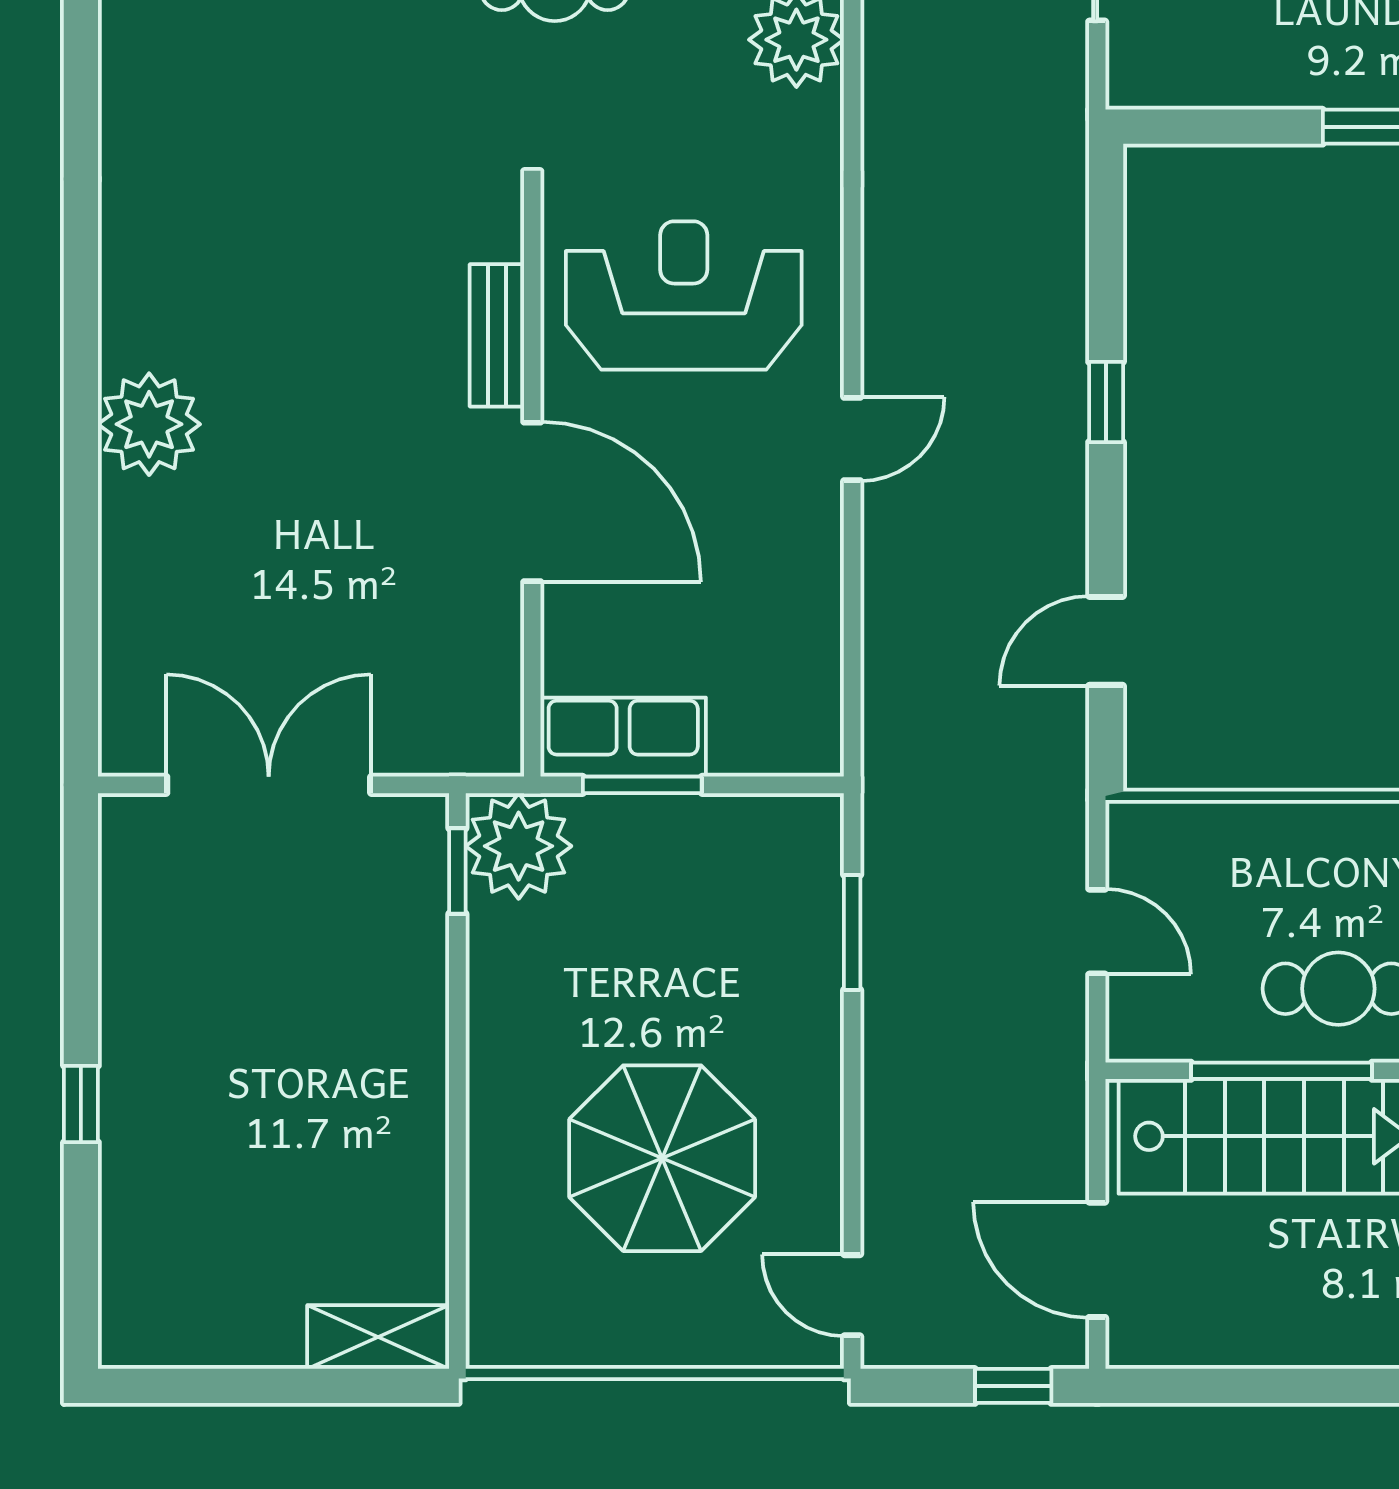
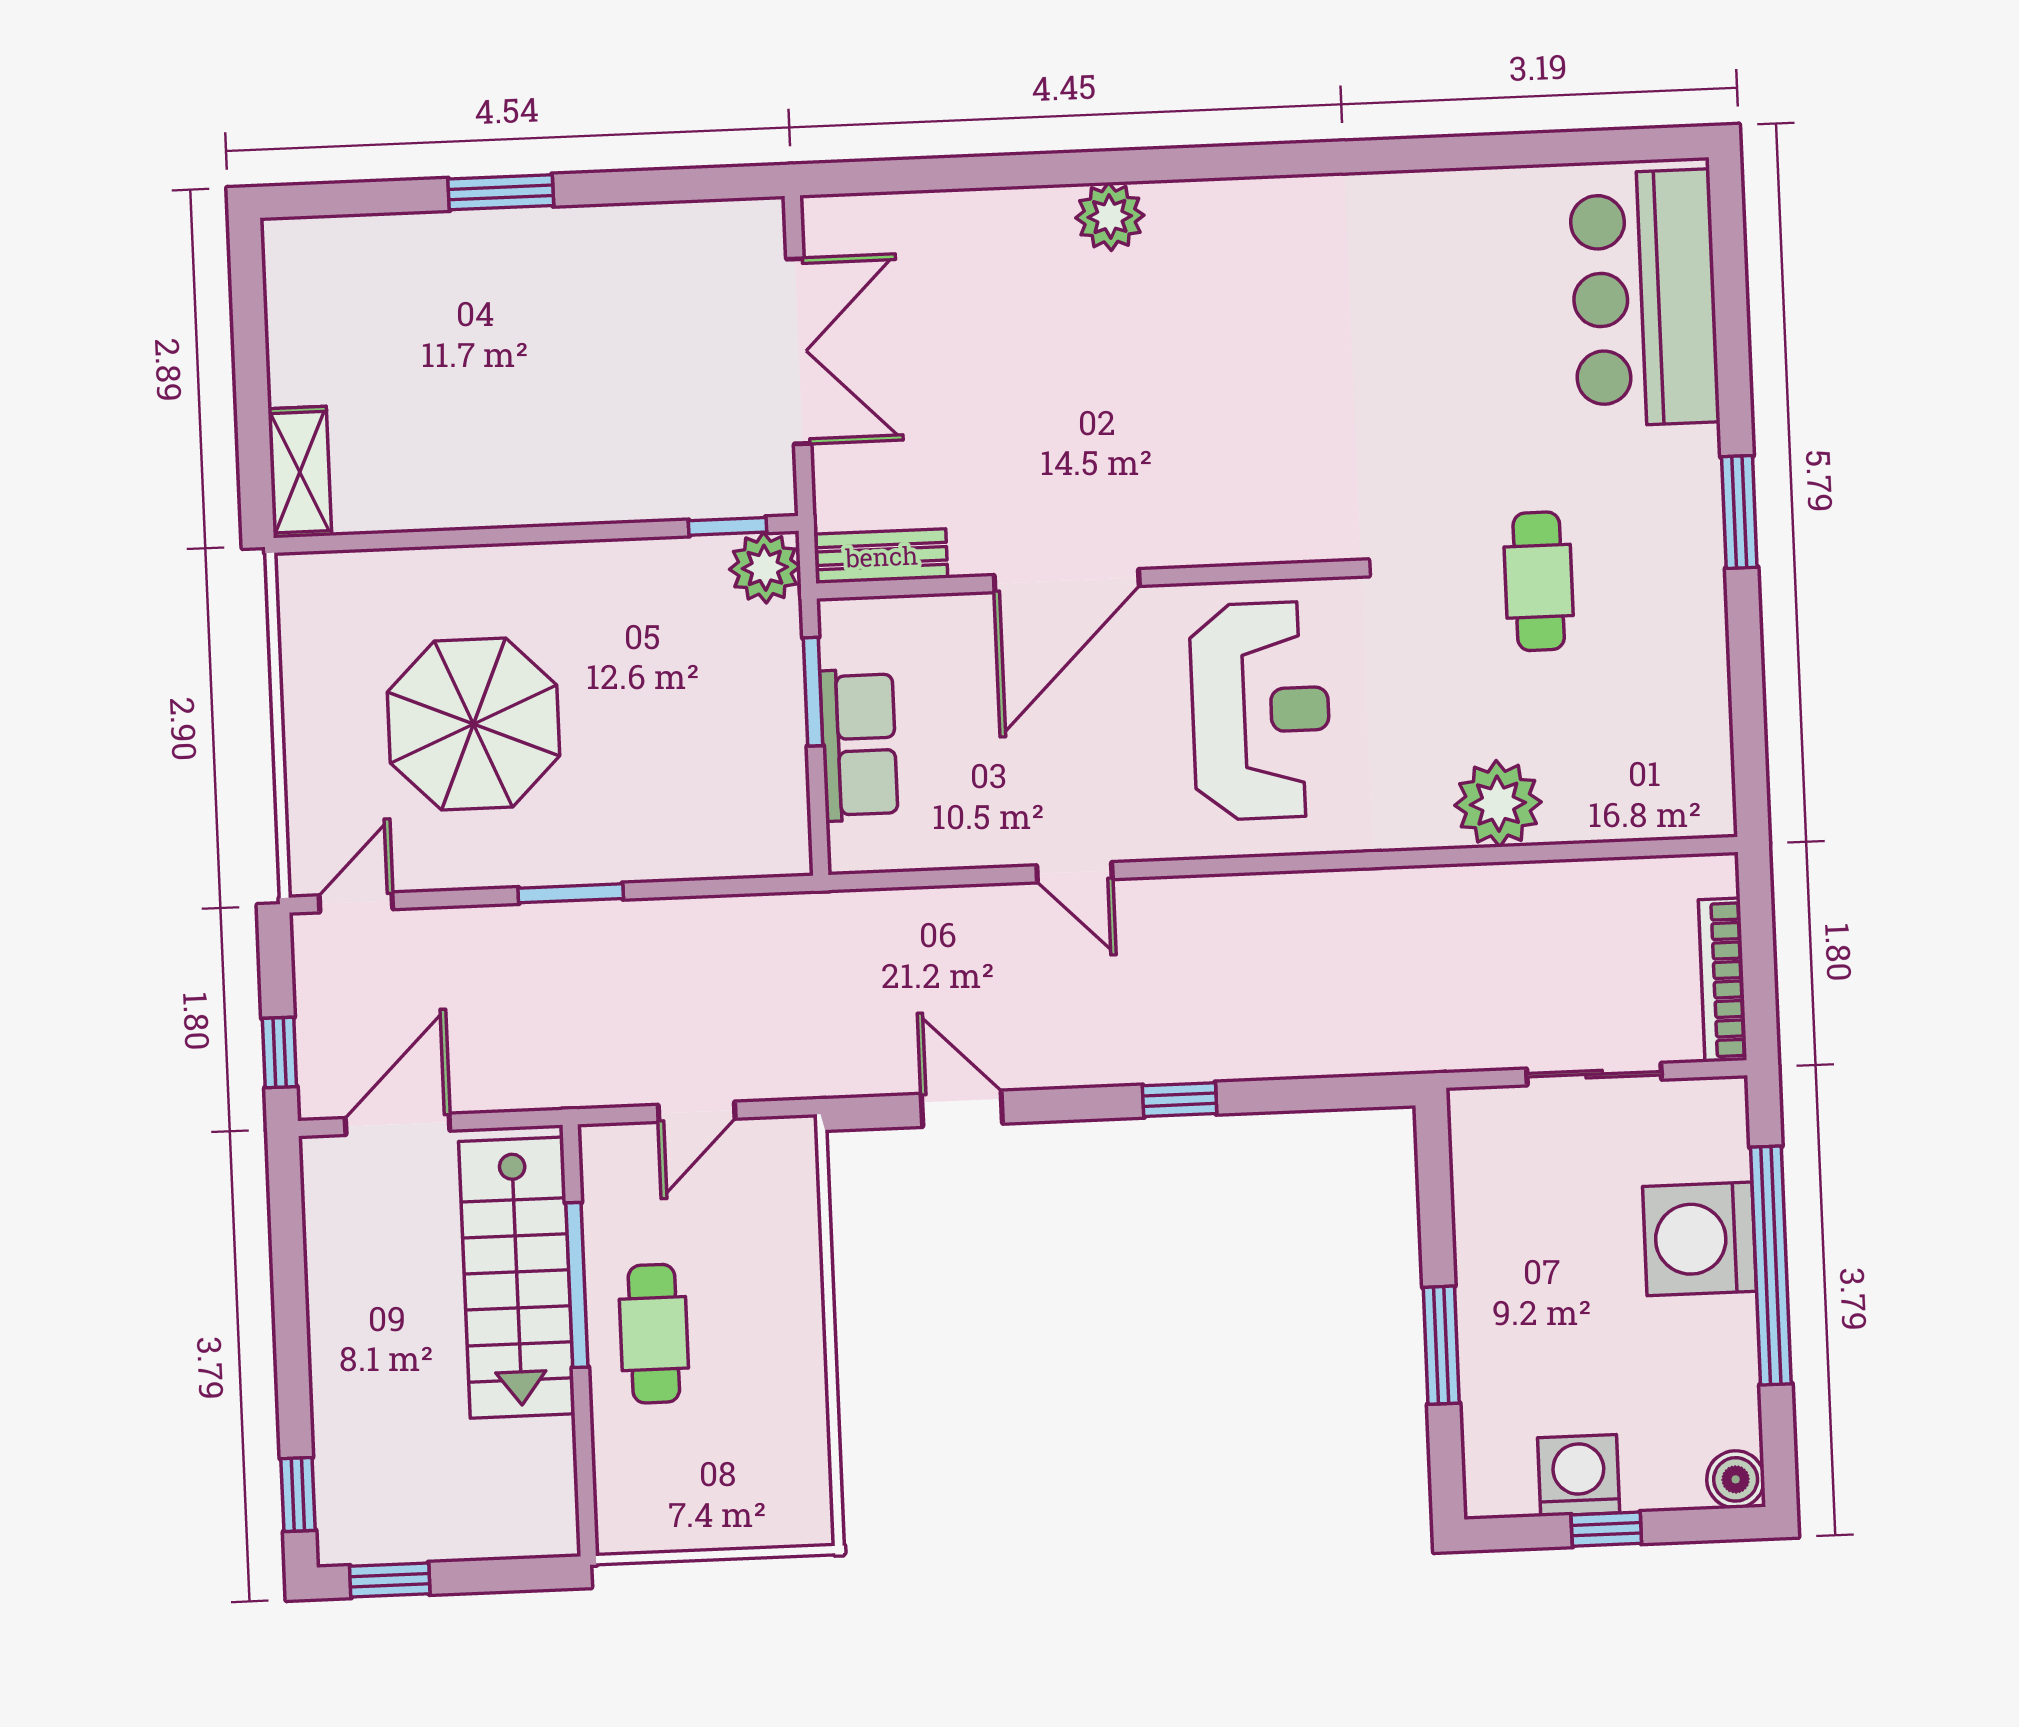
bench: (497, 335) -> (882, 556), moved
plant: (149, 424) -> (1110, 217), width x0.73, depth x0.73
door: (852, 439) -> (1074, 872), moved
row of seats: (623, 737) -> (859, 745), moved
plant: (519, 846) -> (765, 568), width x0.73, depth x0.73
window: (852, 932) -> (571, 893), moved
window: (81, 1104) -> (501, 192), width x1.50

